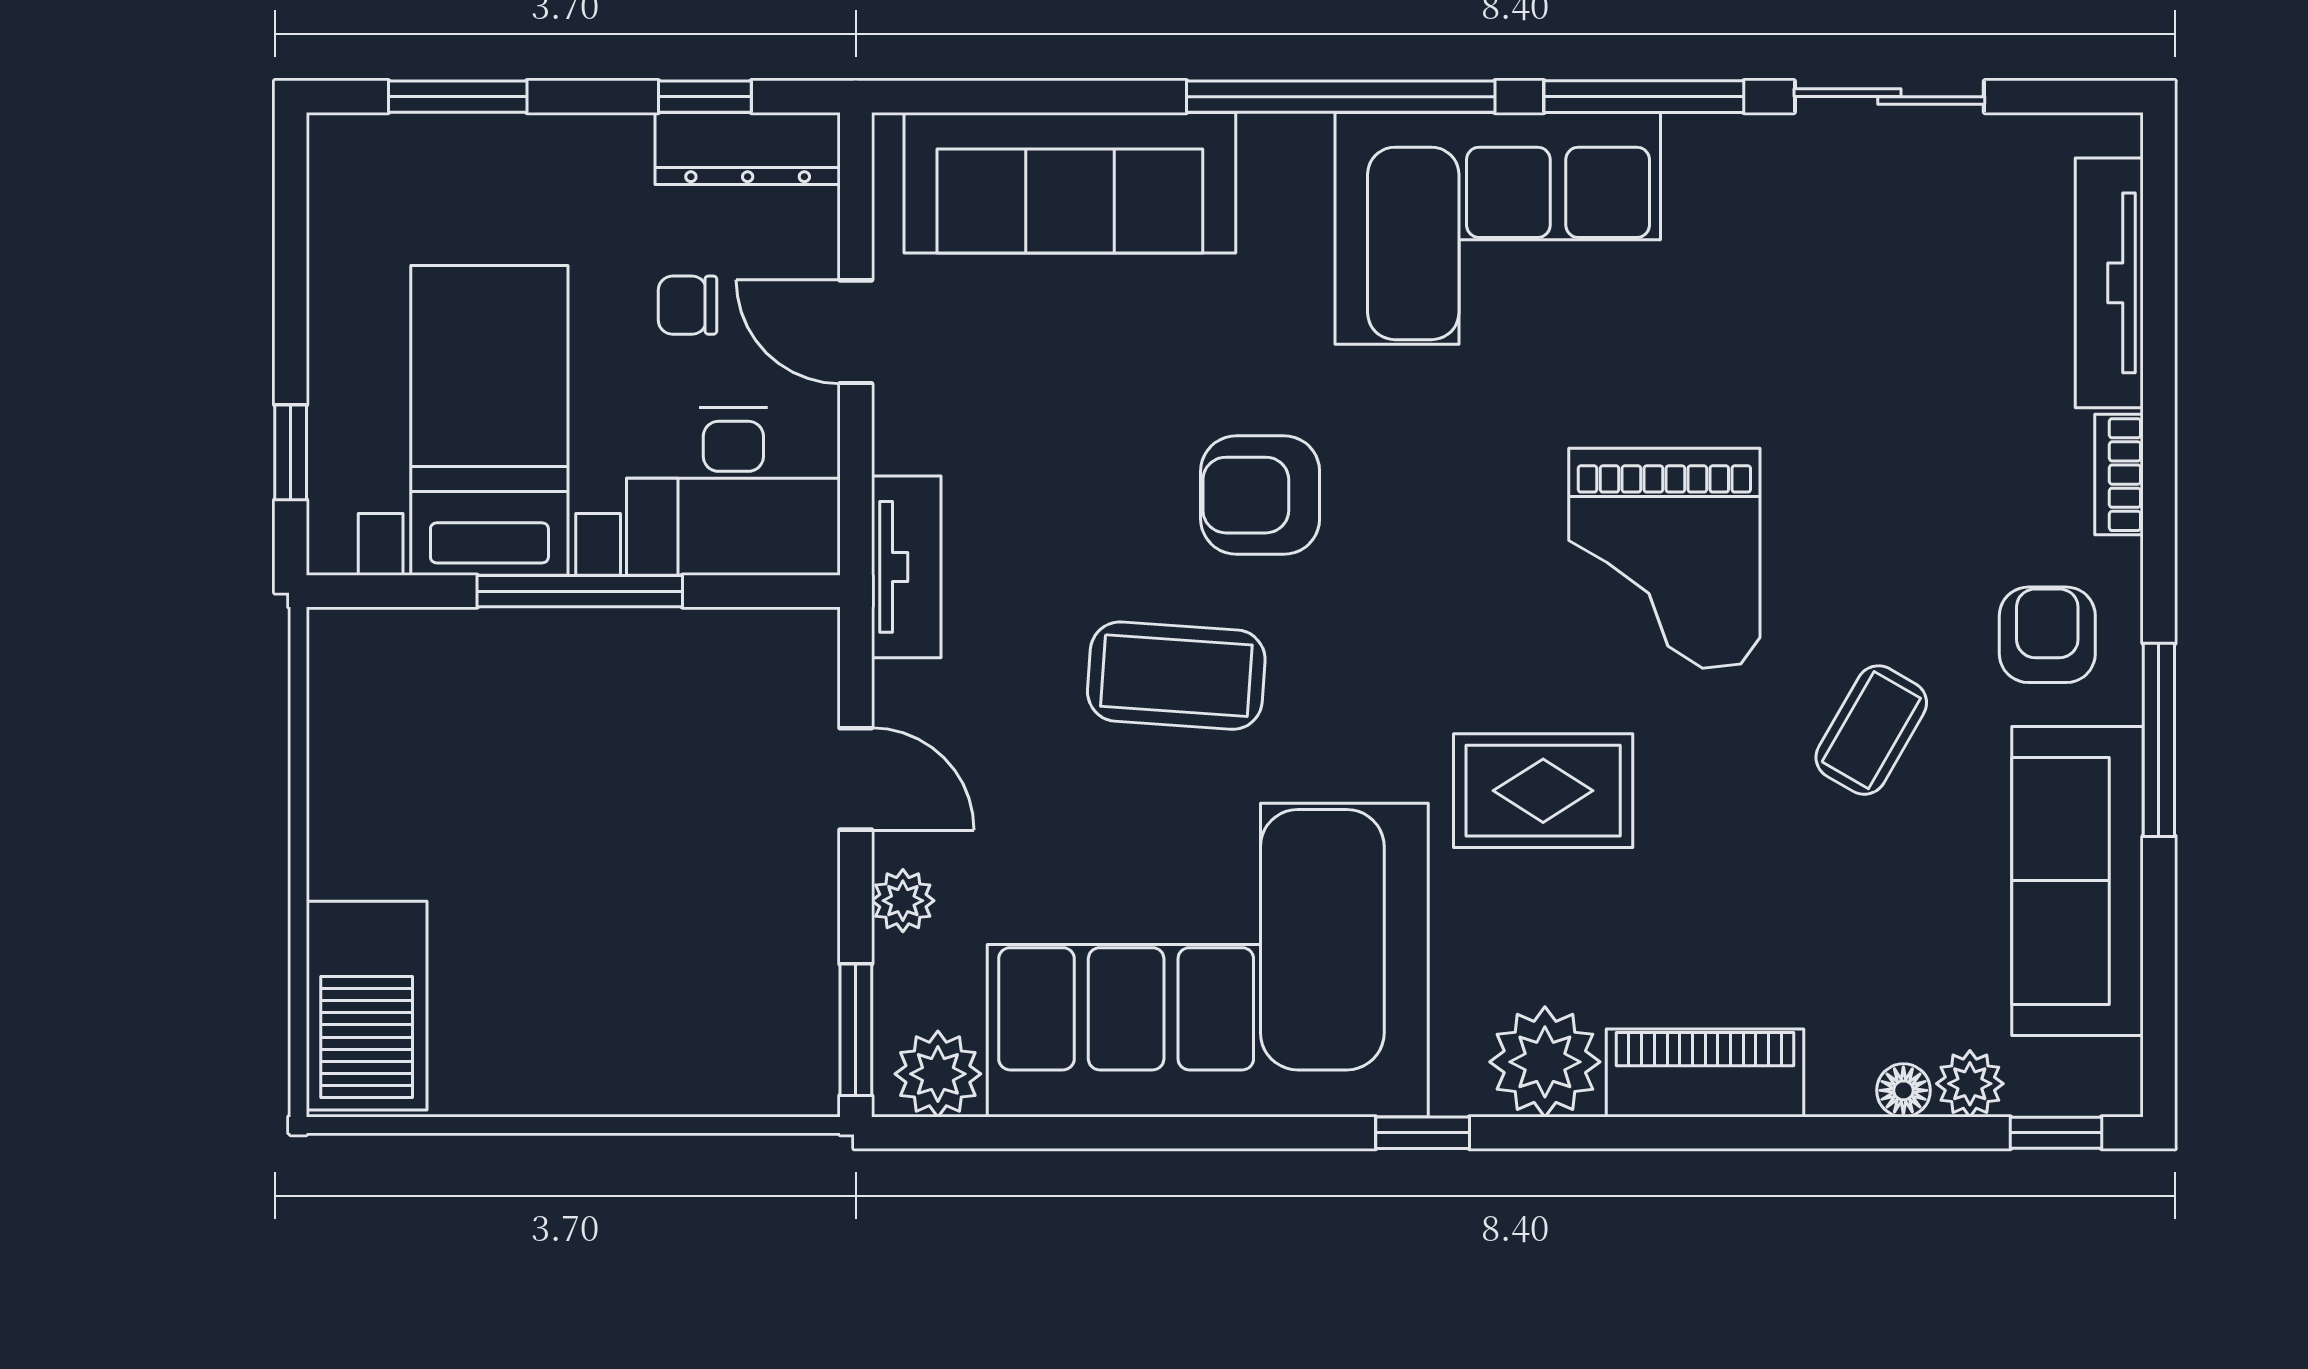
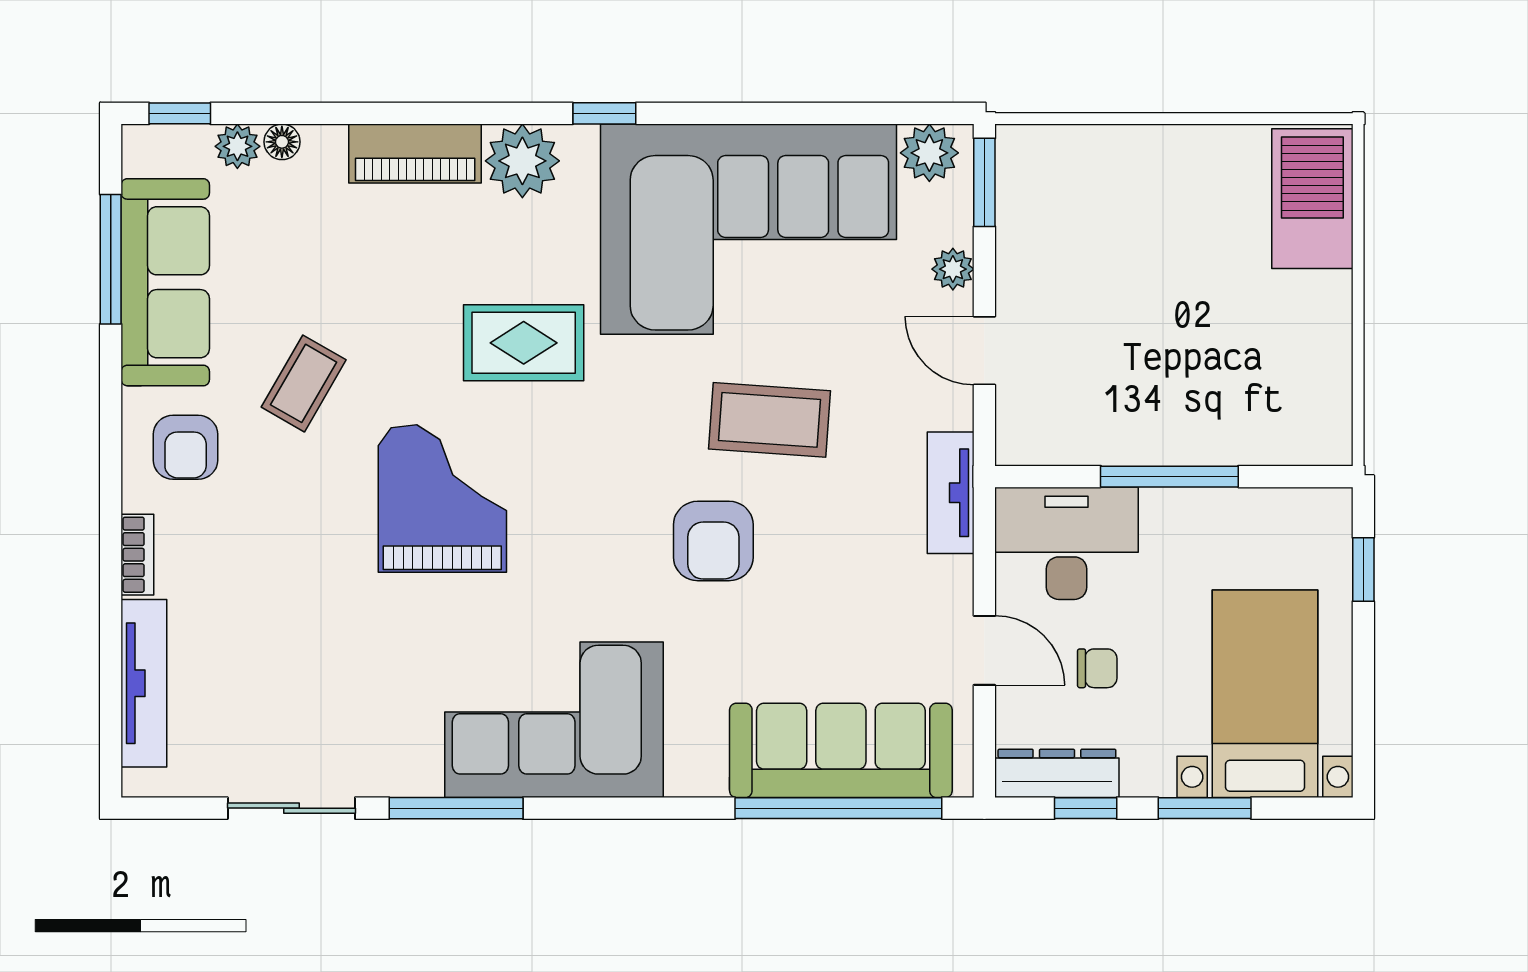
window: (458, 97) -> (1205, 808), moved
window: (1341, 97) -> (838, 808), moved
bed with nightstands: (489, 420) -> (1265, 694), moved, turned 180
armchair: (1260, 495) -> (713, 541), turned 90
window: (2159, 740) -> (111, 259), moved

